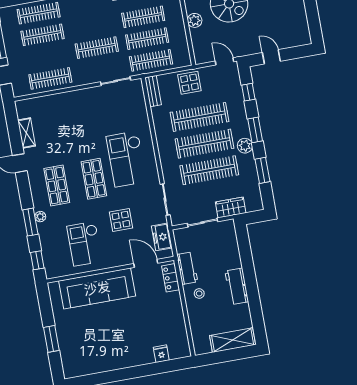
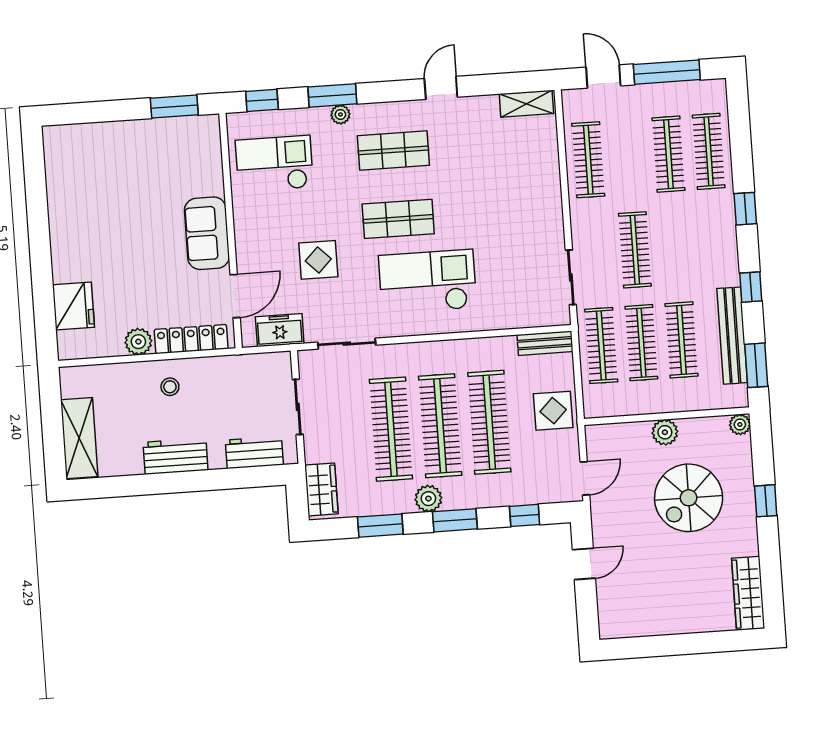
shelving: (27, 133) -> (526, 104), moved
wardrobe: (231, 207) -> (321, 489), moved
checkout: (84, 244) -> (274, 164), moved
workbench: (187, 268) -> (254, 452), moved, turned 180
locker: (171, 278) -> (191, 339), width x1.53
sofa: (97, 288) -> (207, 233), width x0.54, depth x0.79
plant: (176, 313) -> (138, 342), added
window: (51, 339) -> (174, 107), moved
fridge: (161, 354) -> (73, 306), width x1.88, depth x1.34

